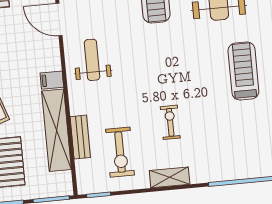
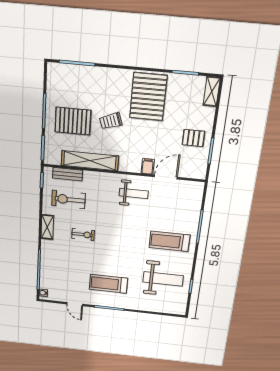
treadmill: (243, 71) -> (108, 284), turned 180
filing cabinet: (52, 80) -> (148, 166), moved
bench: (80, 137) -> (68, 174), moved

